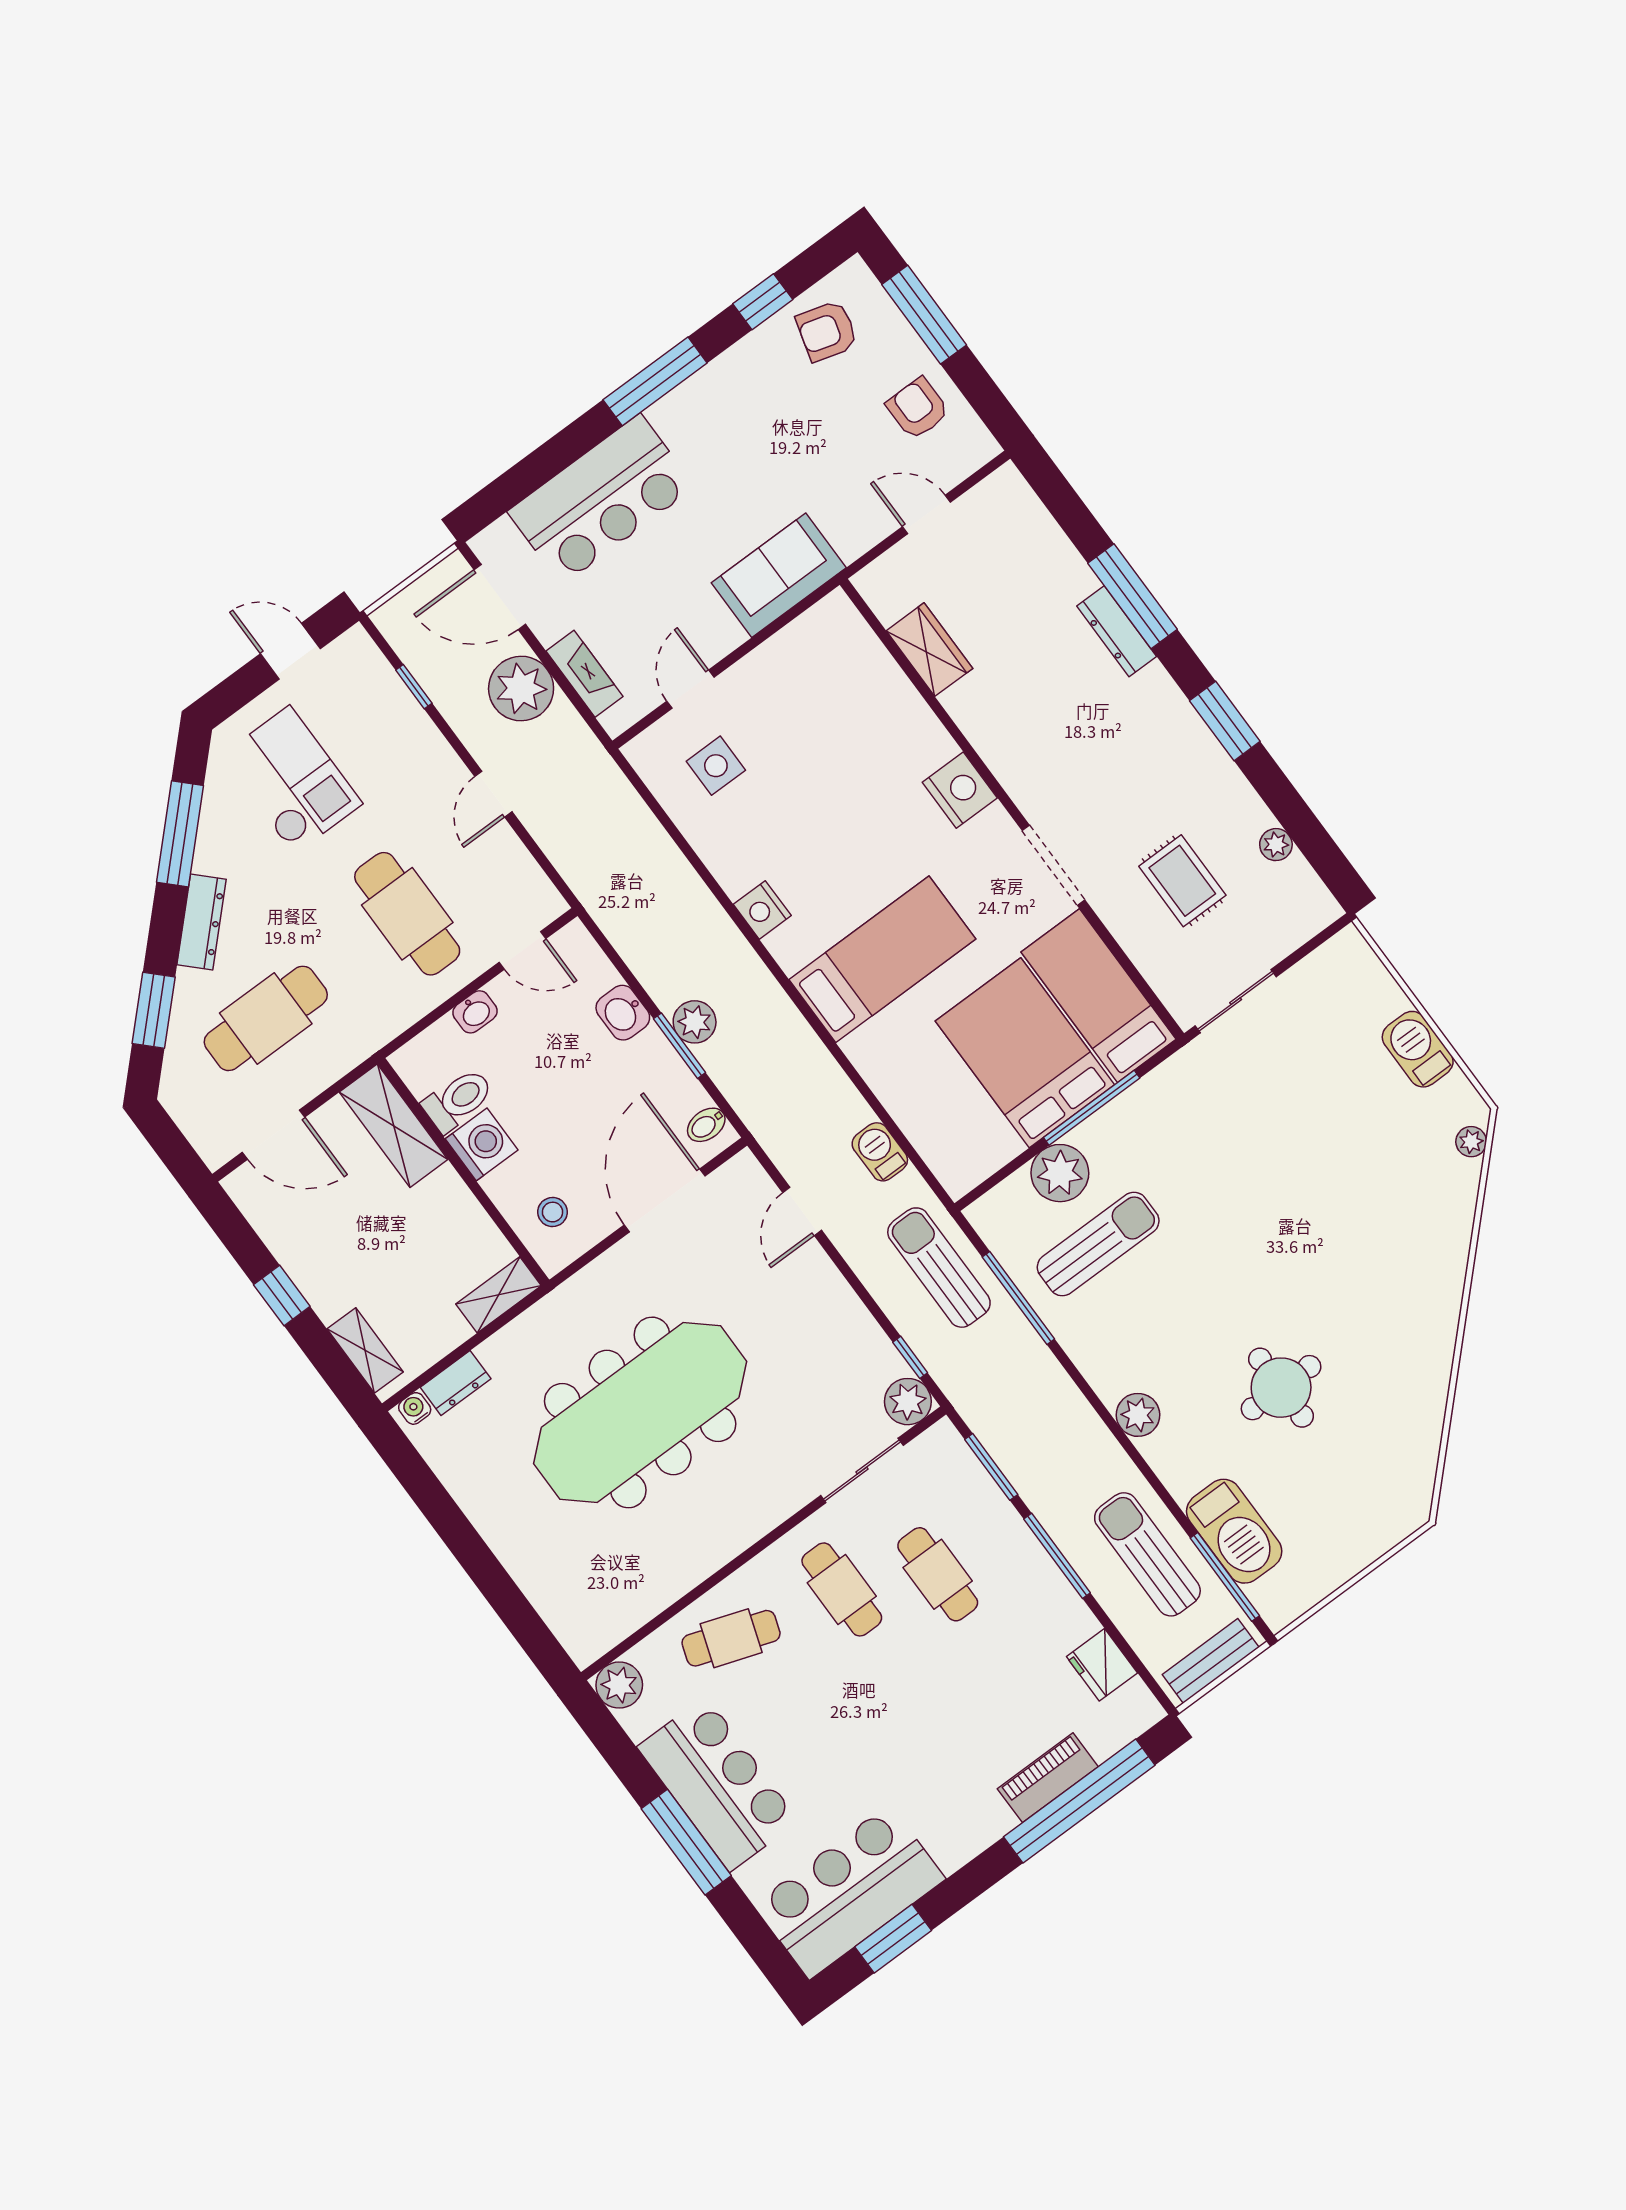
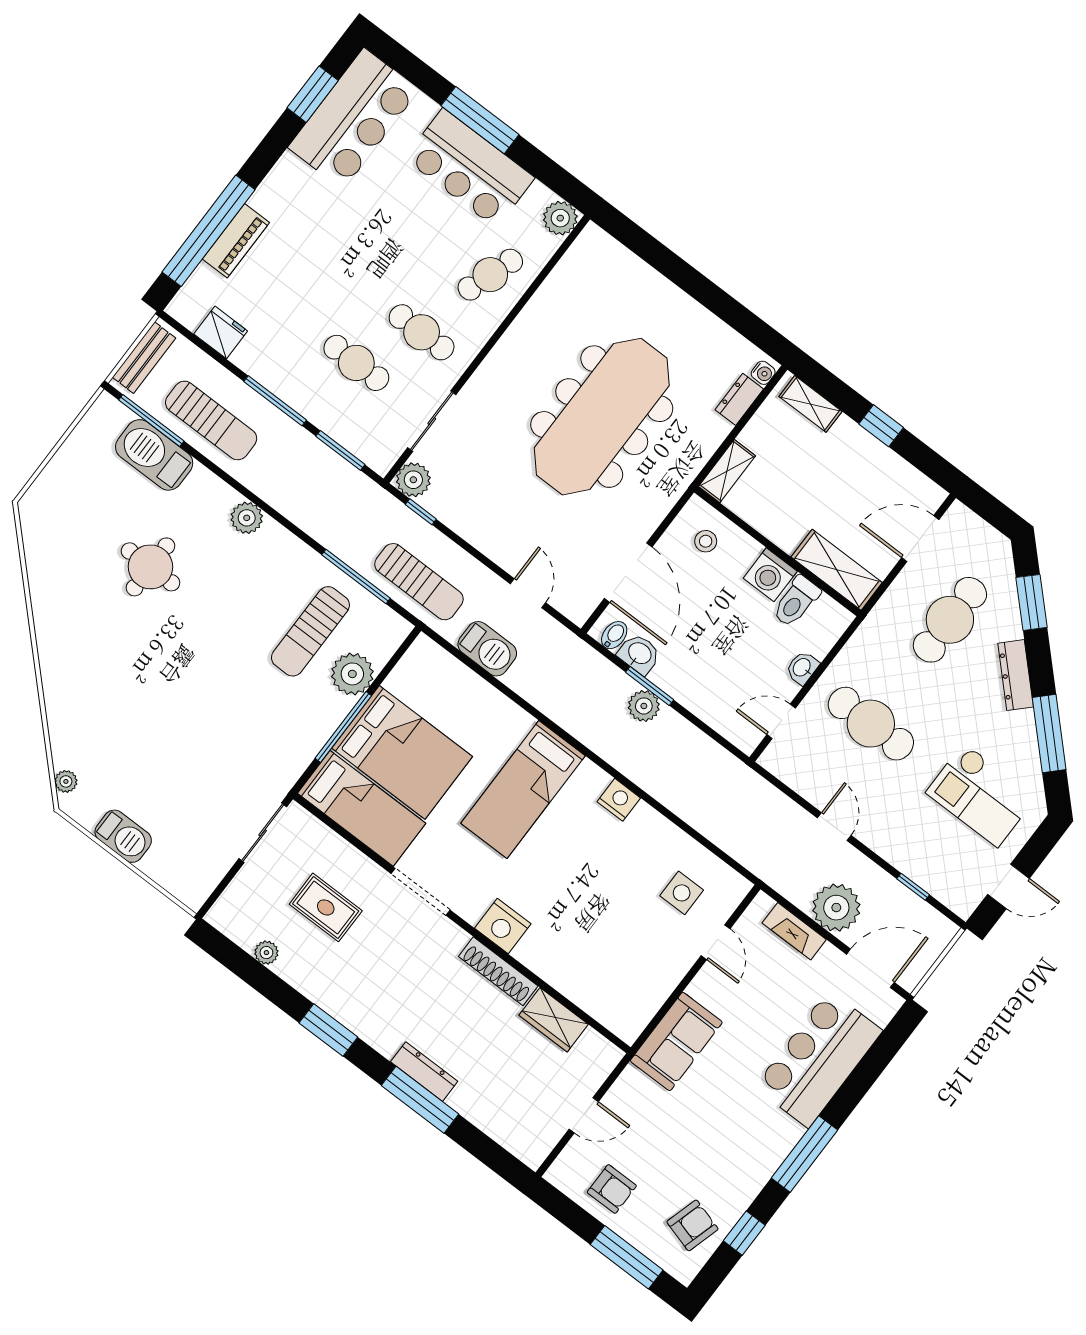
shoe rack: (983, 733) -> (498, 971), added
washbasin: (623, 1013) -> (639, 654), moved
barbecue: (880, 1152) -> (487, 649), width x1.38, depth x1.27

